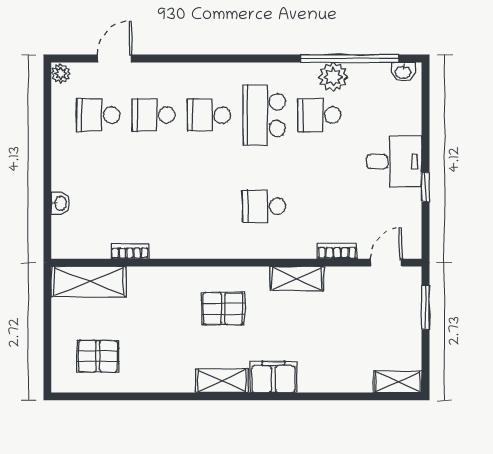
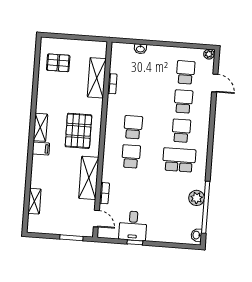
school desk: (319, 115) -> (133, 127), moved
desk: (394, 161) -> (133, 226), moved
shelving: (297, 279) -> (89, 178), width x1.50, depth x1.33
shelving: (89, 282) -> (97, 78), moved
pallet: (223, 309) -> (78, 131), width x1.50, depth x1.42
pallet: (98, 356) -> (58, 63), turned 90
filing cabinet: (273, 377) -> (41, 149), width x0.50
shelving: (398, 382) -> (34, 201), moved

